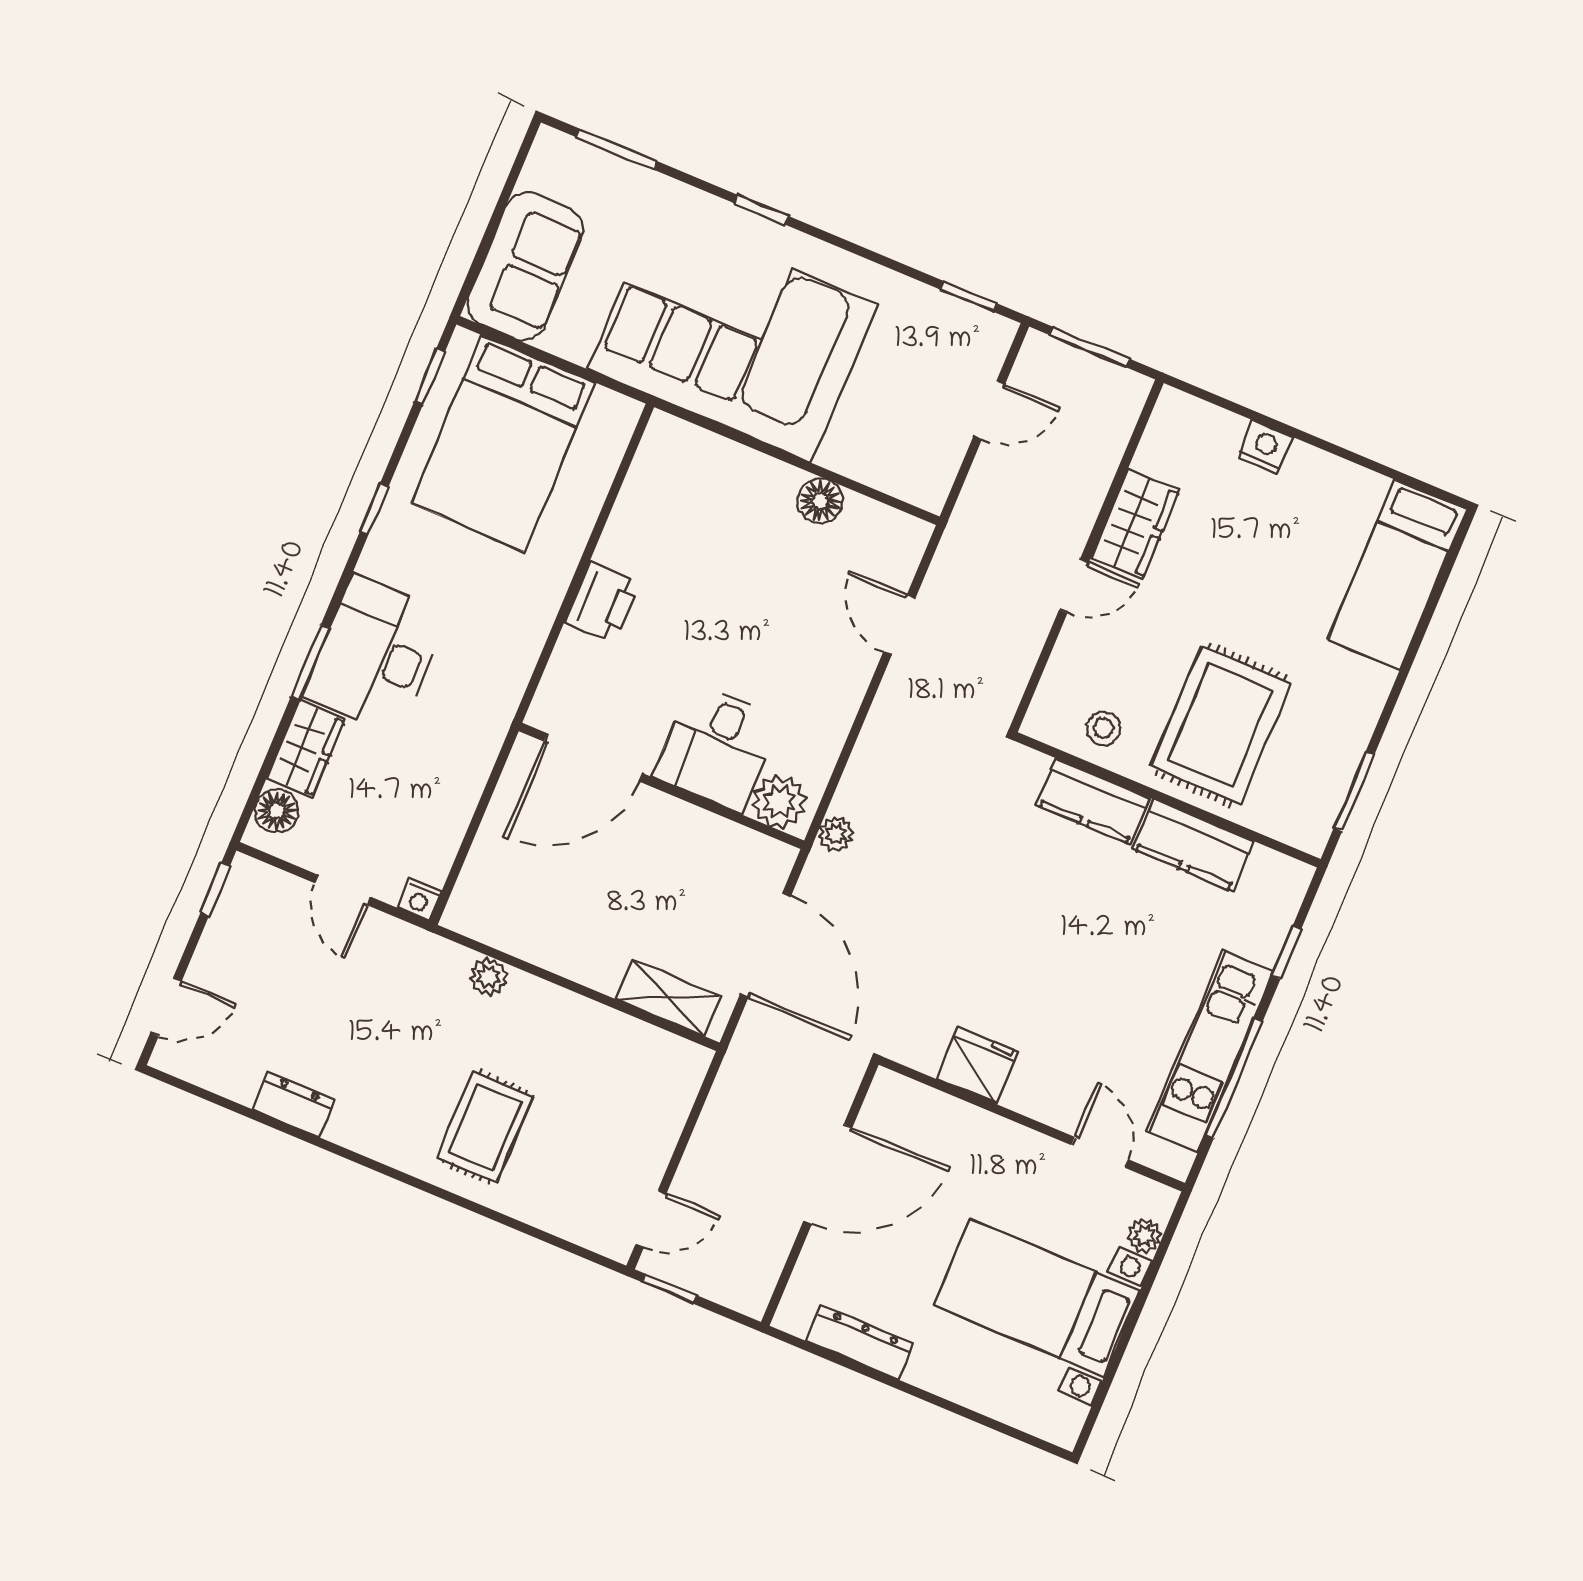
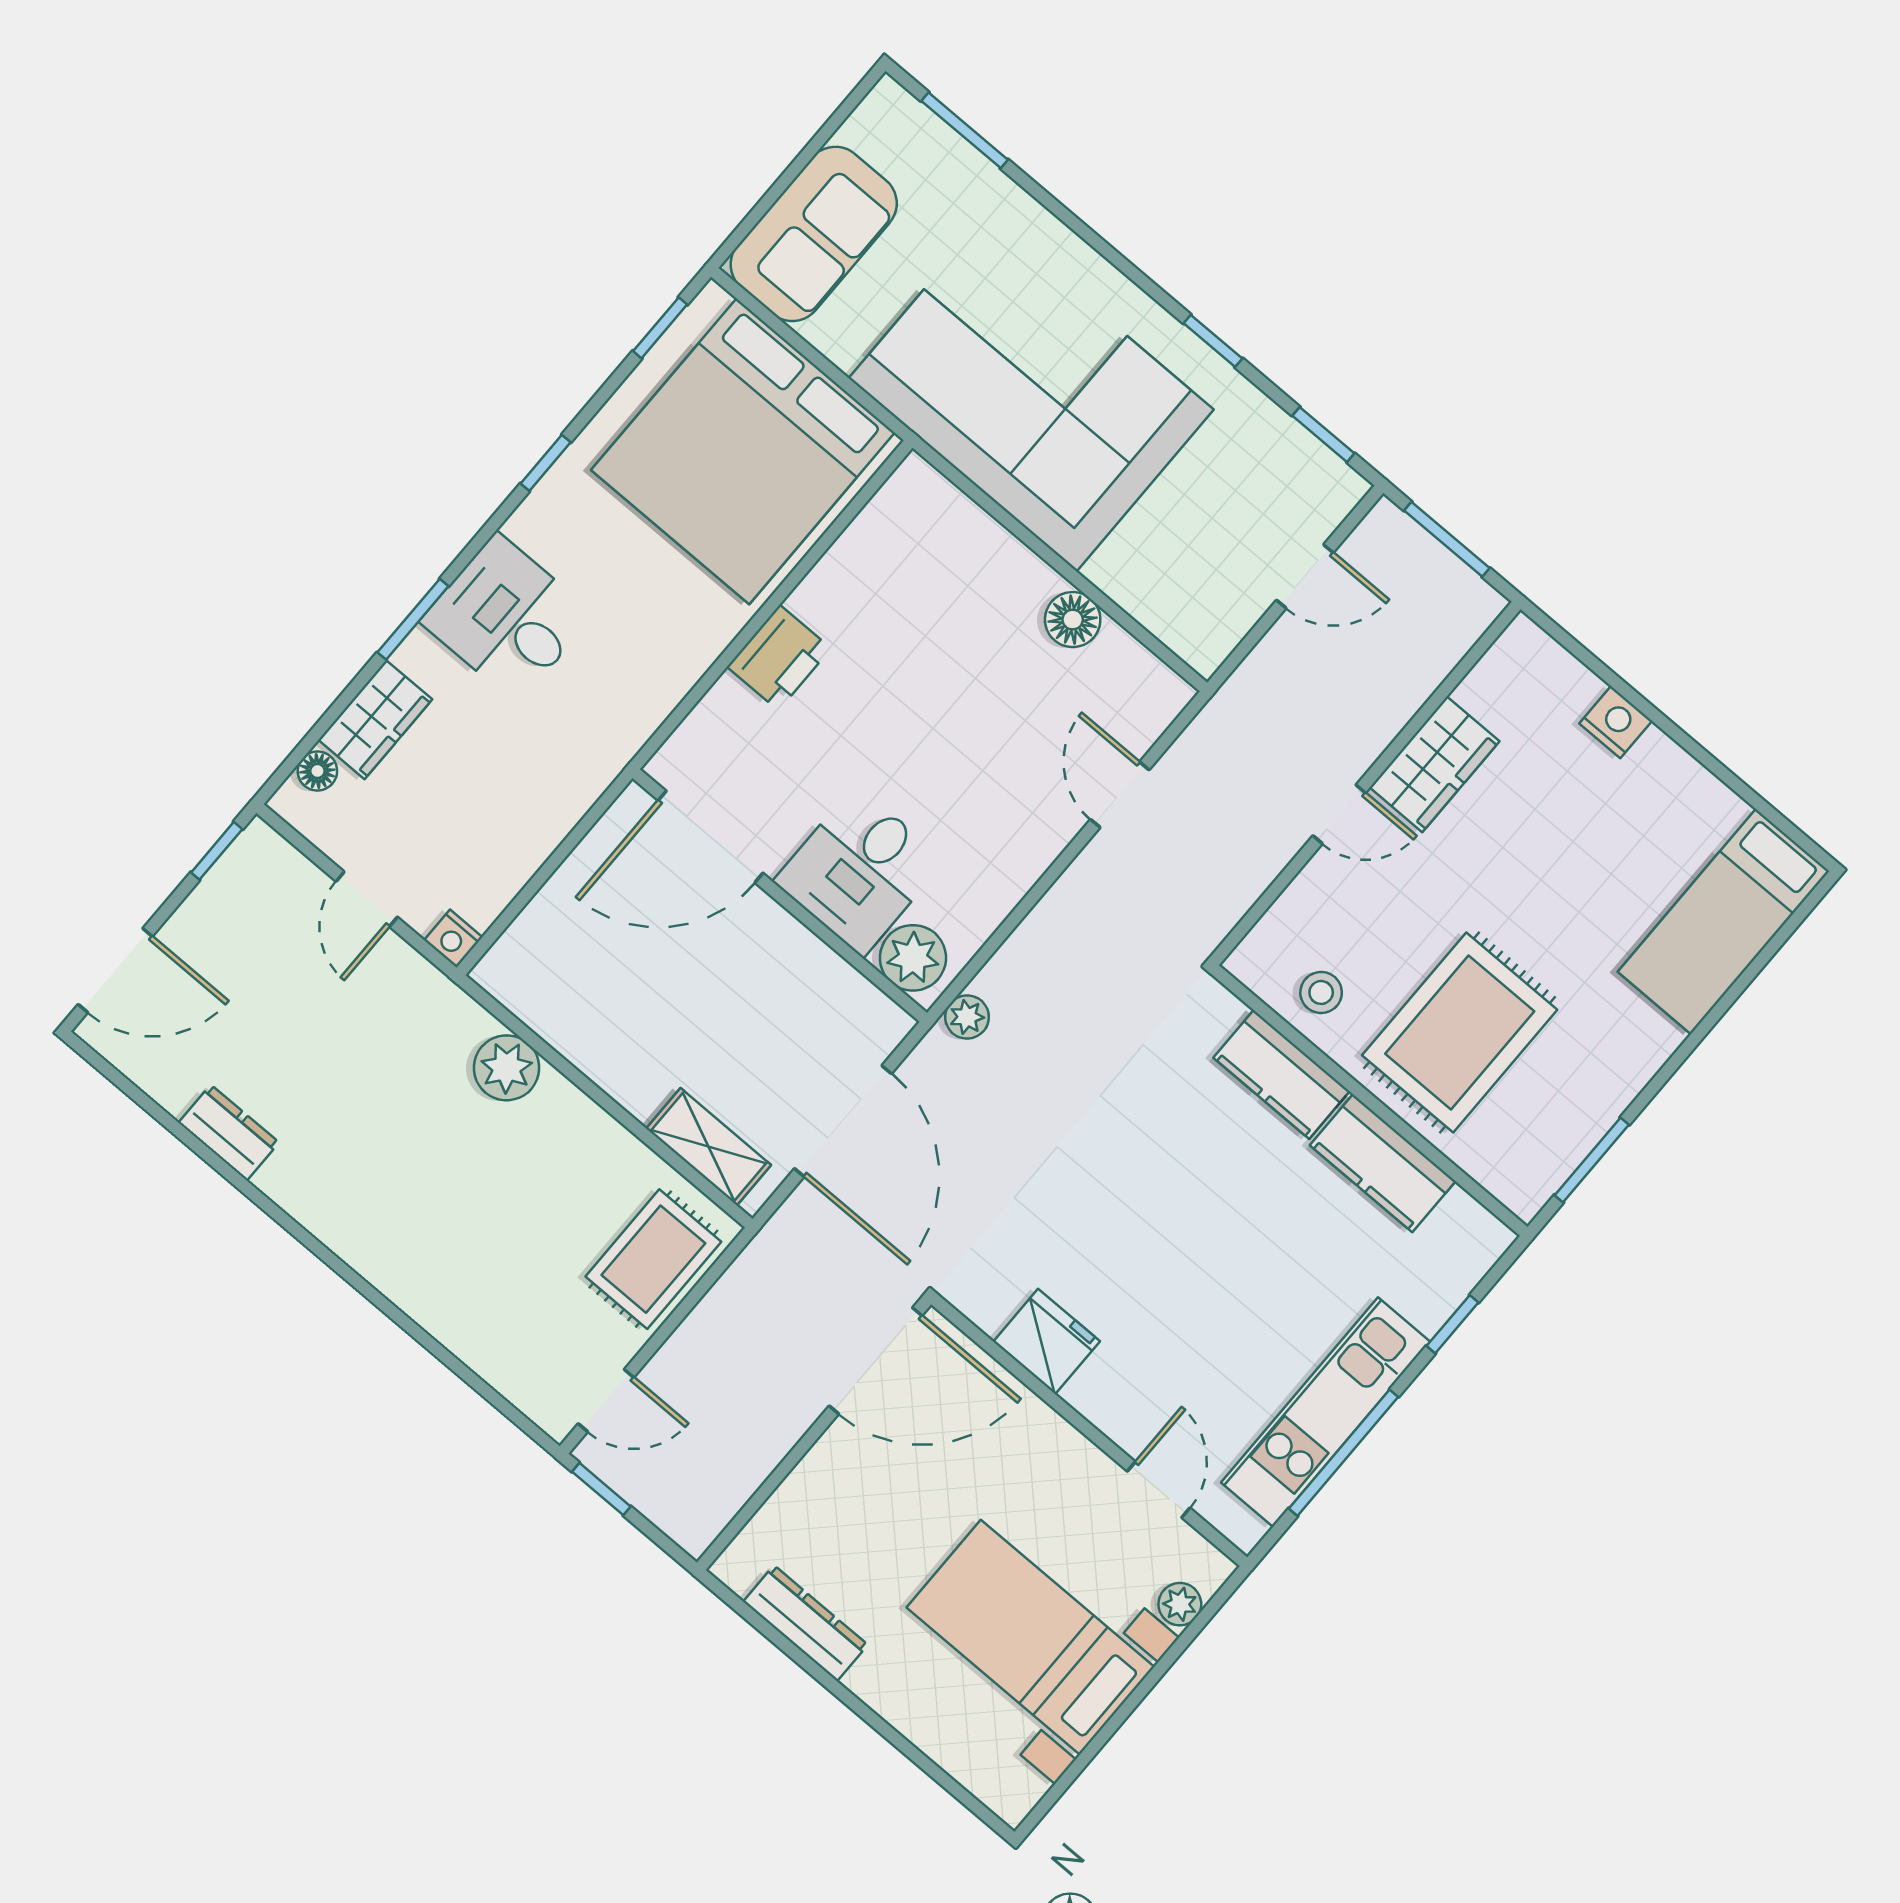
window: (761, 210) -> (1213, 341), moved
bed: (503, 443) -> (743, 451), width x1.36
desk: (375, 655) -> (507, 618), width x0.73
floor lamp: (277, 811) -> (317, 771), width x0.73, depth x0.73
plant: (488, 977) -> (507, 1068), width x1.38, depth x1.38
door: (166, 1007) -> (115, 970), width x1.38
rug: (485, 1127) -> (653, 1259), moved
door: (828, 1174) -> (876, 1361), moved

